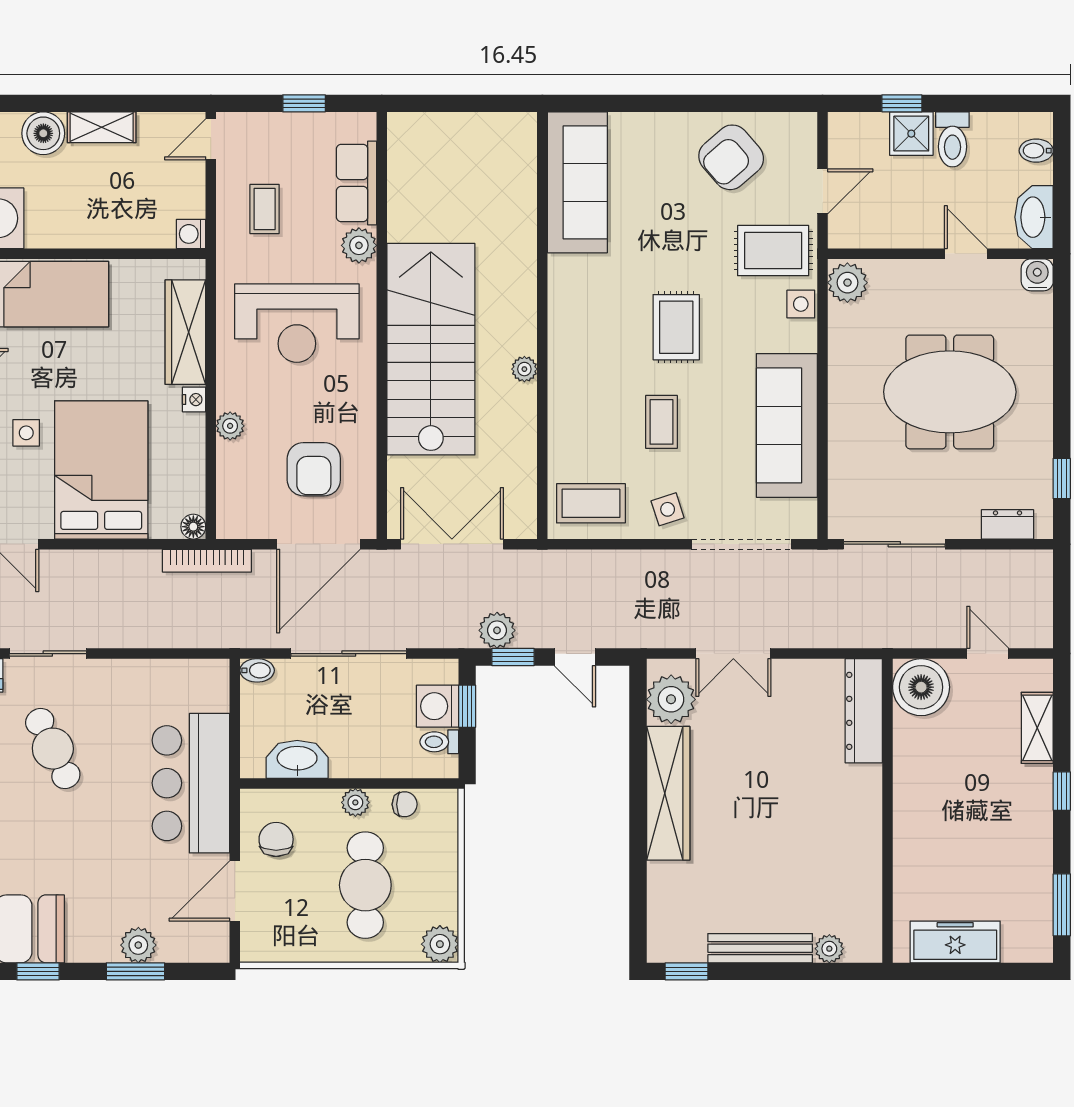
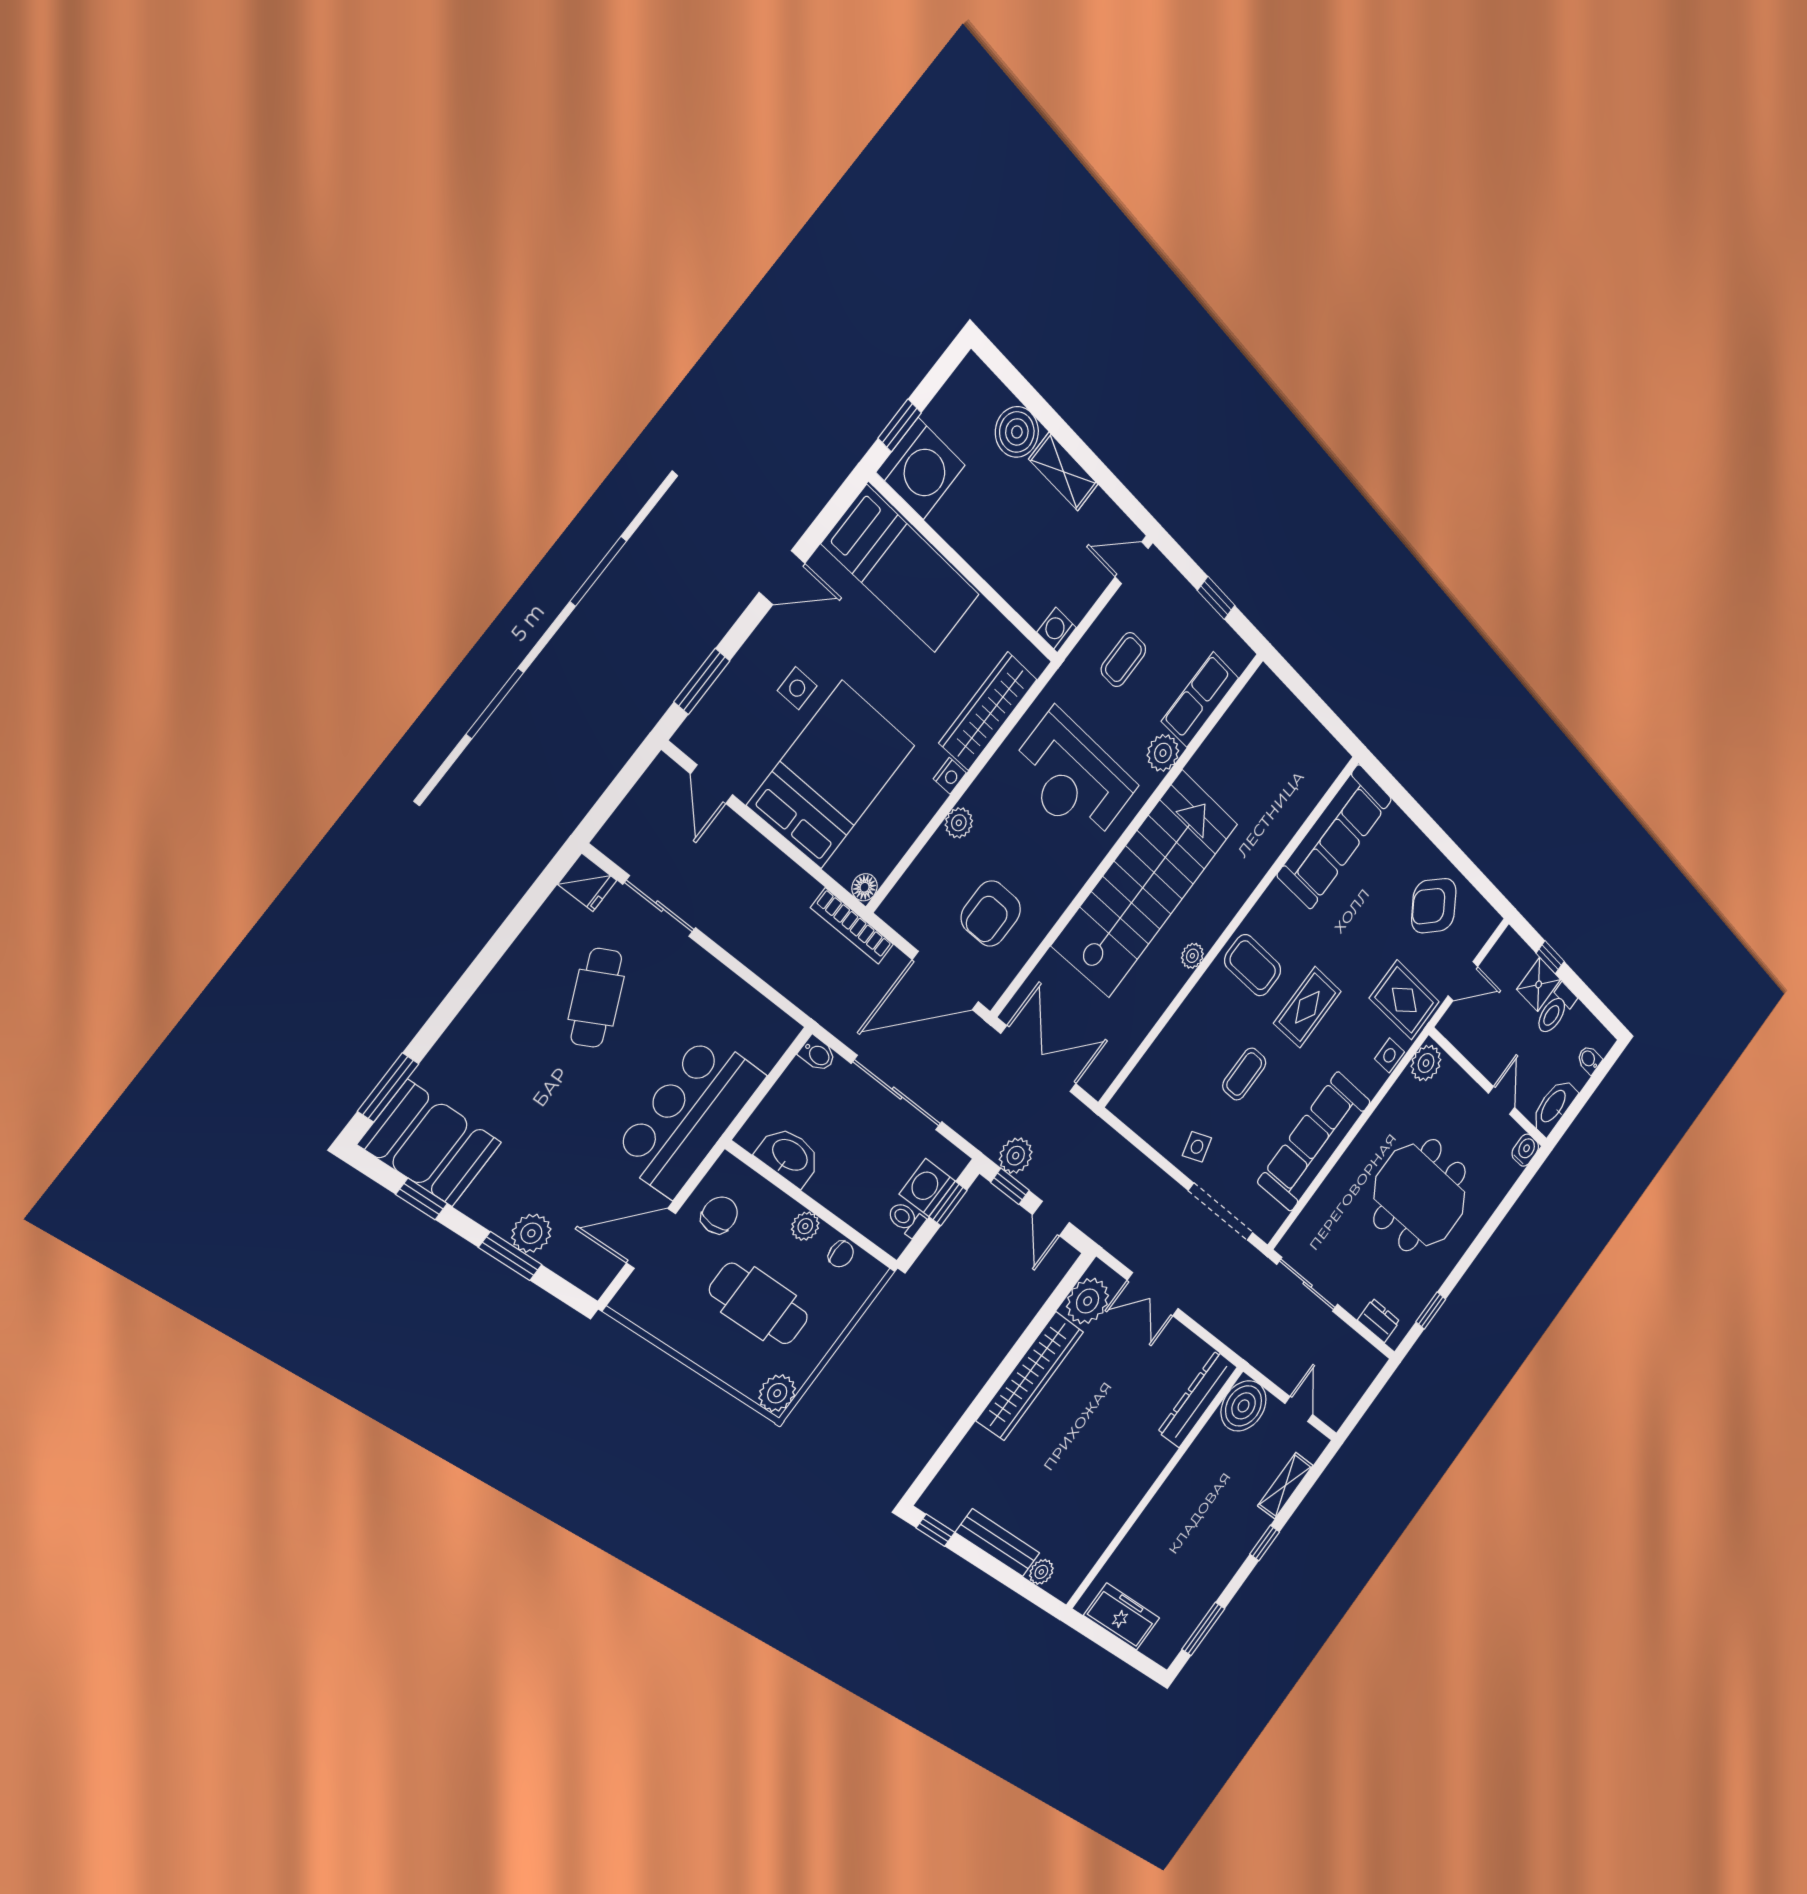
coffee table: (591, 503) -> (1253, 965), moved
cafe table: (365, 885) -> (759, 1304), turned 90

